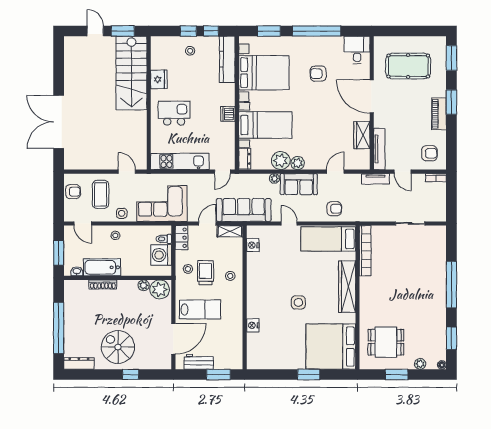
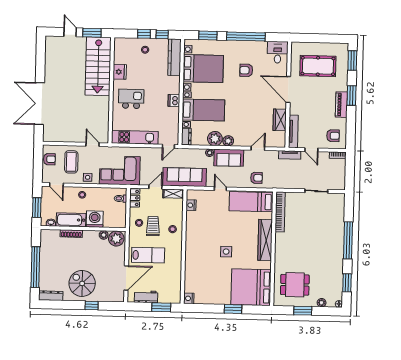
washing machine: (161, 255) -> (95, 219), moved, turned 90
nightstand: (253, 325) -> (189, 298), moved

